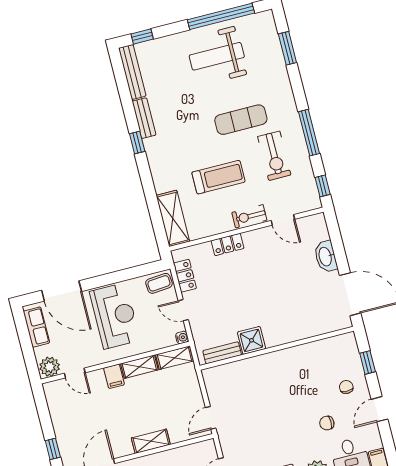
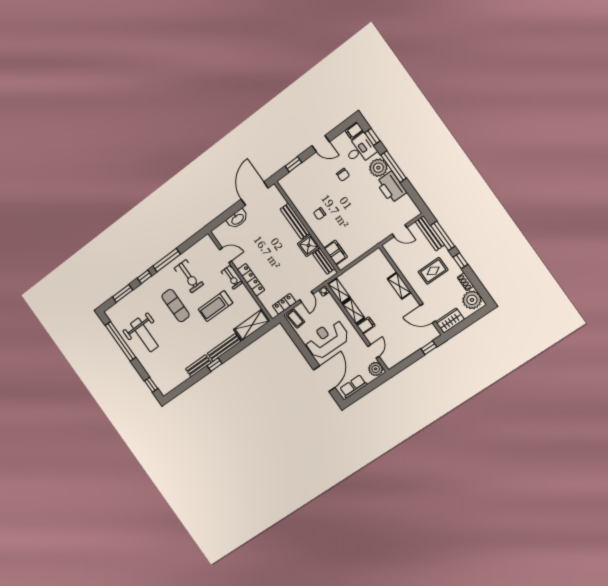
bench: (132, 72) -> (224, 347), moved
exercise bike: (274, 156) -> (189, 276), turned 90
treadmill: (218, 177) -> (215, 306), turned -90
window: (323, 186) -> (144, 277), moved
door: (283, 220) -> (225, 255), hinge flipped
locker: (228, 244) -> (251, 280), width x1.53
bench: (291, 335) -> (295, 221), added
filing cabinet: (228, 373) -> (336, 253), added
chair: (346, 387) -> (320, 214), moved
door: (211, 418) -> (369, 252), removed

